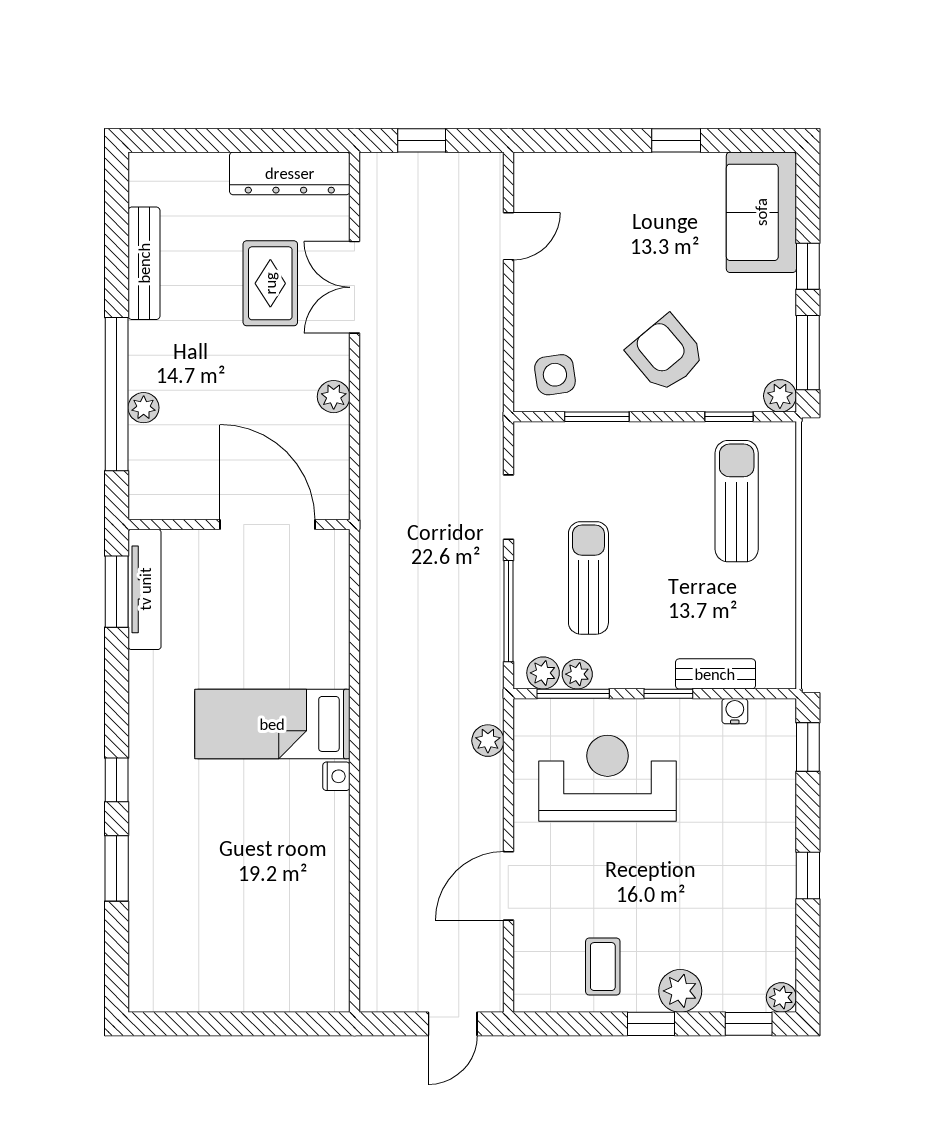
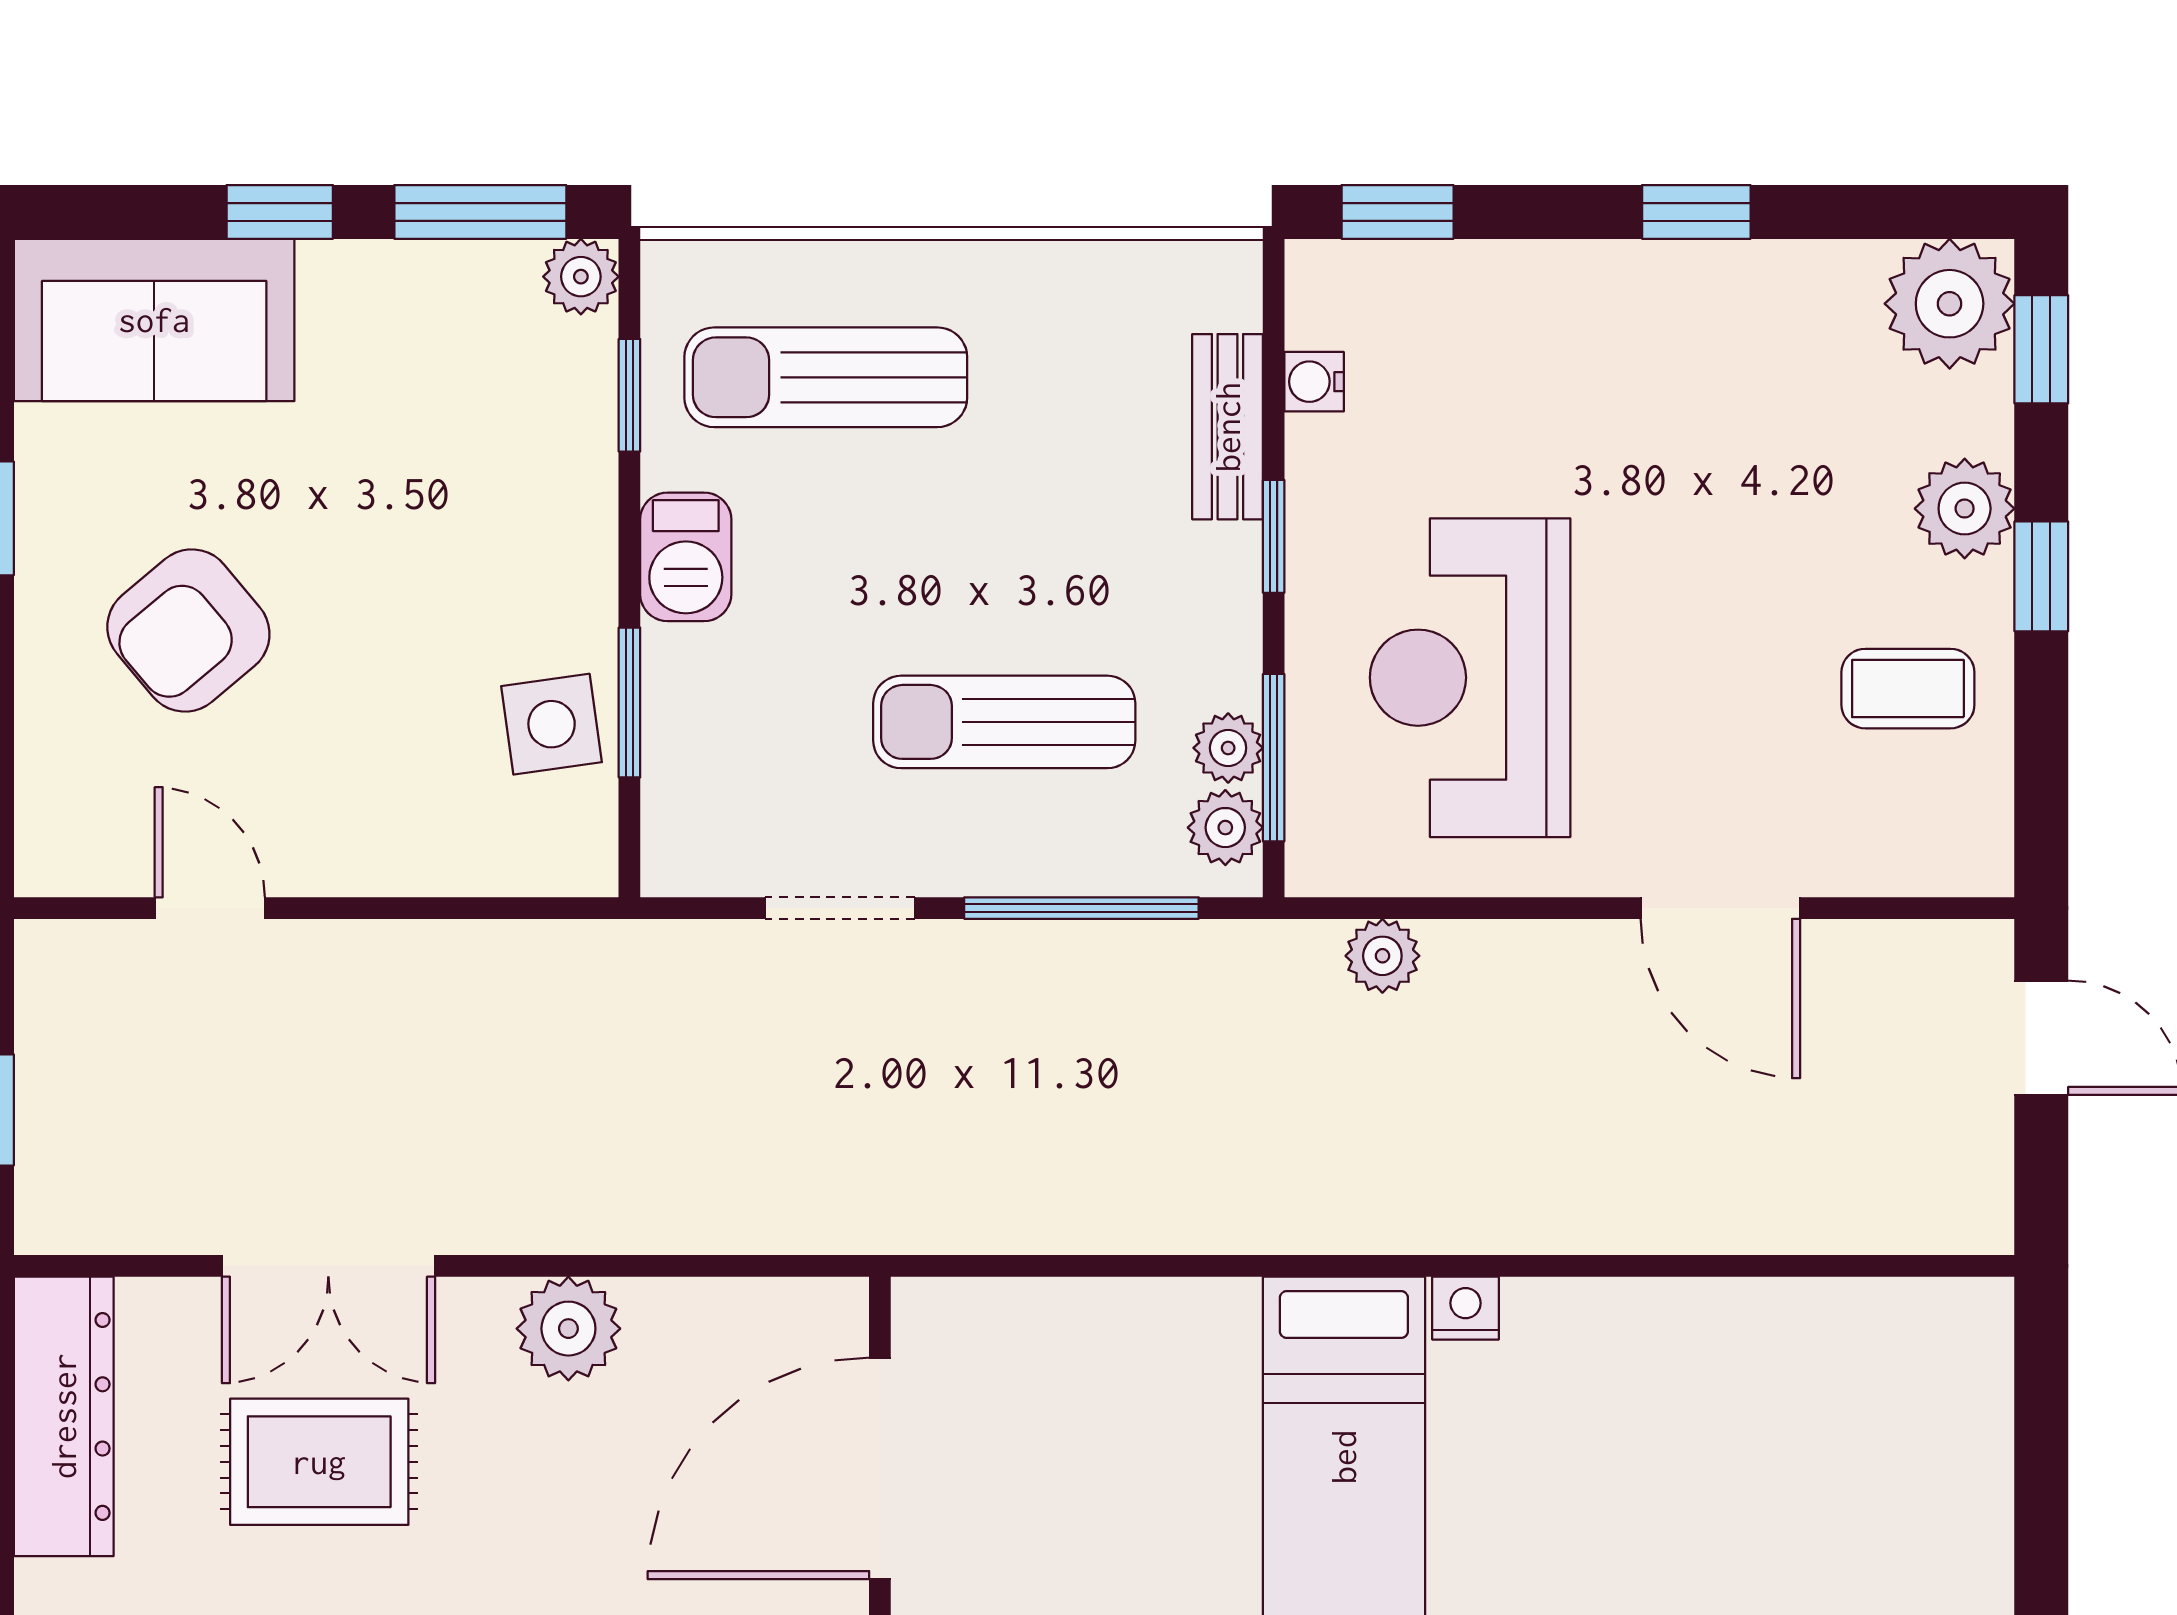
armchair: (666, 354) -> (188, 630), moved
side table: (555, 375) -> (552, 724), moved
plant: (334, 397) -> (568, 1329), width x1.38, depth x1.38
barbecue: (659, 441) -> (686, 557), added
plant: (781, 997) -> (1950, 304), width x1.88, depth x1.88

